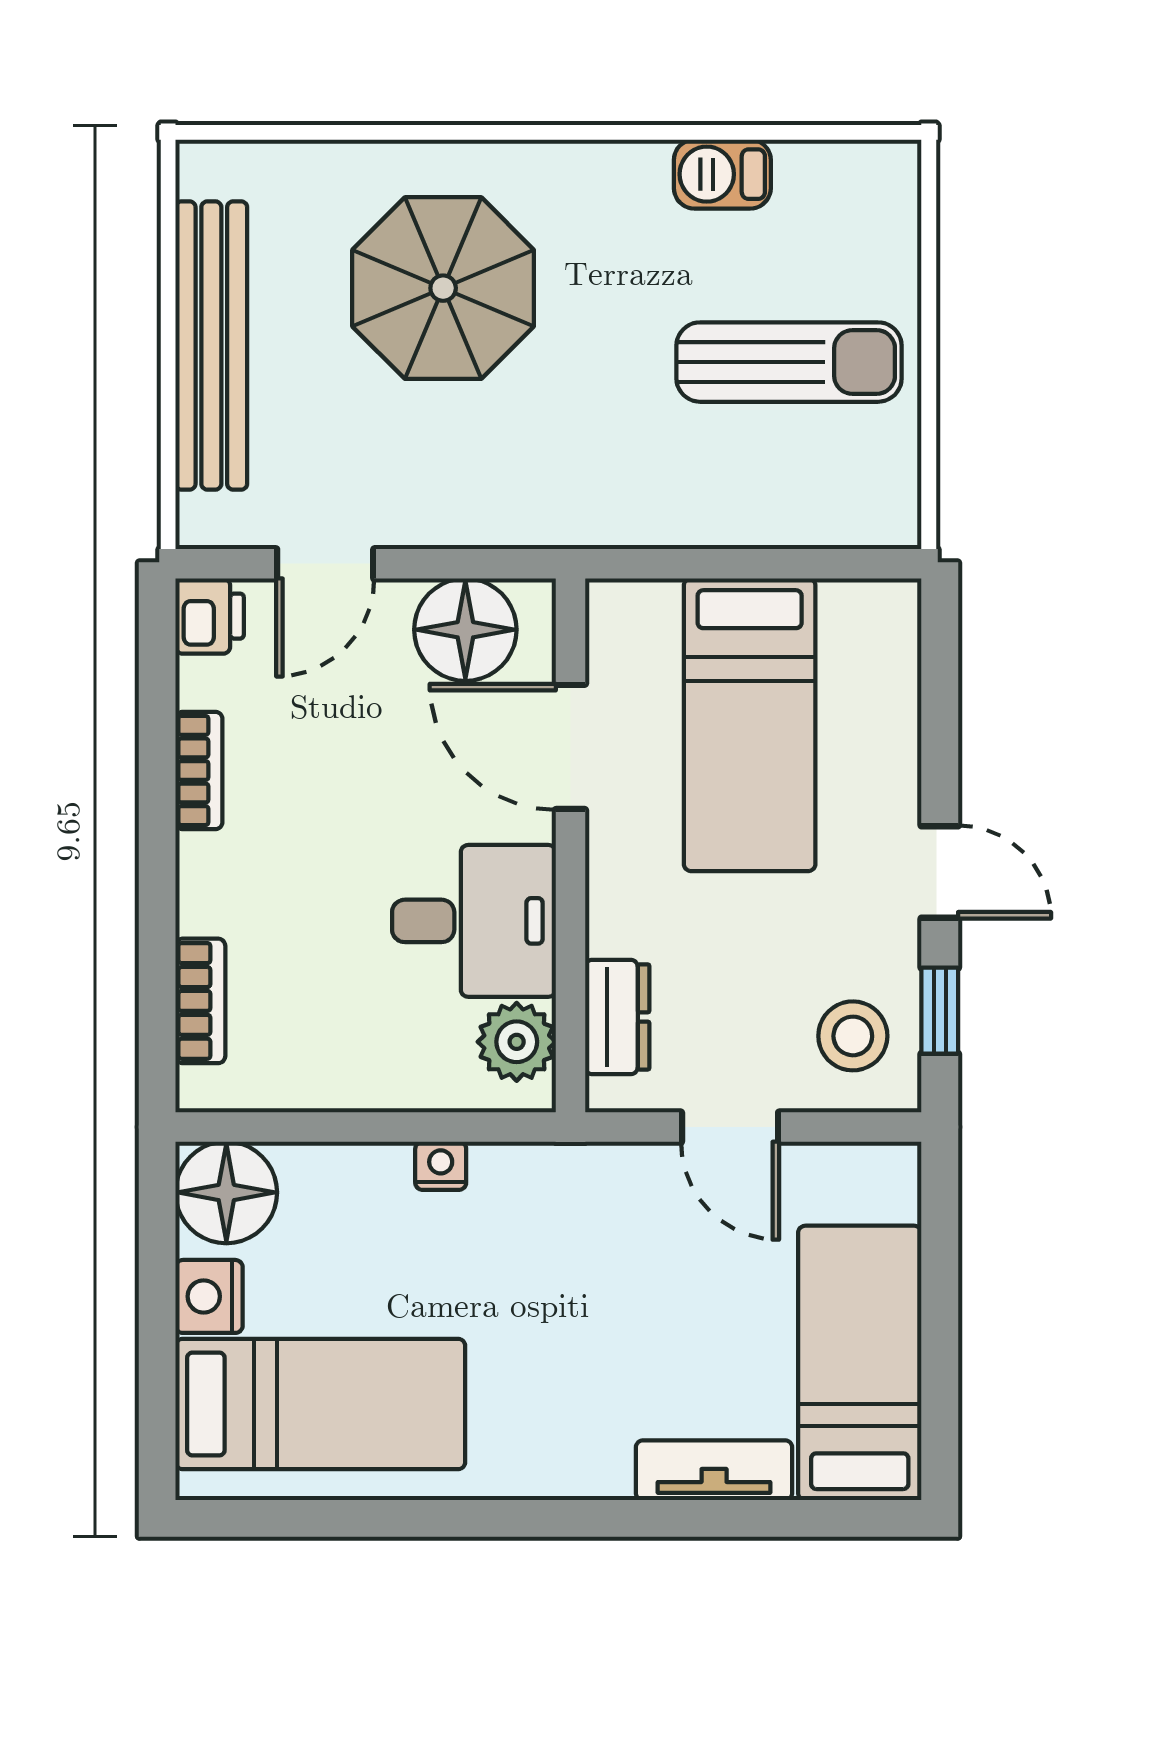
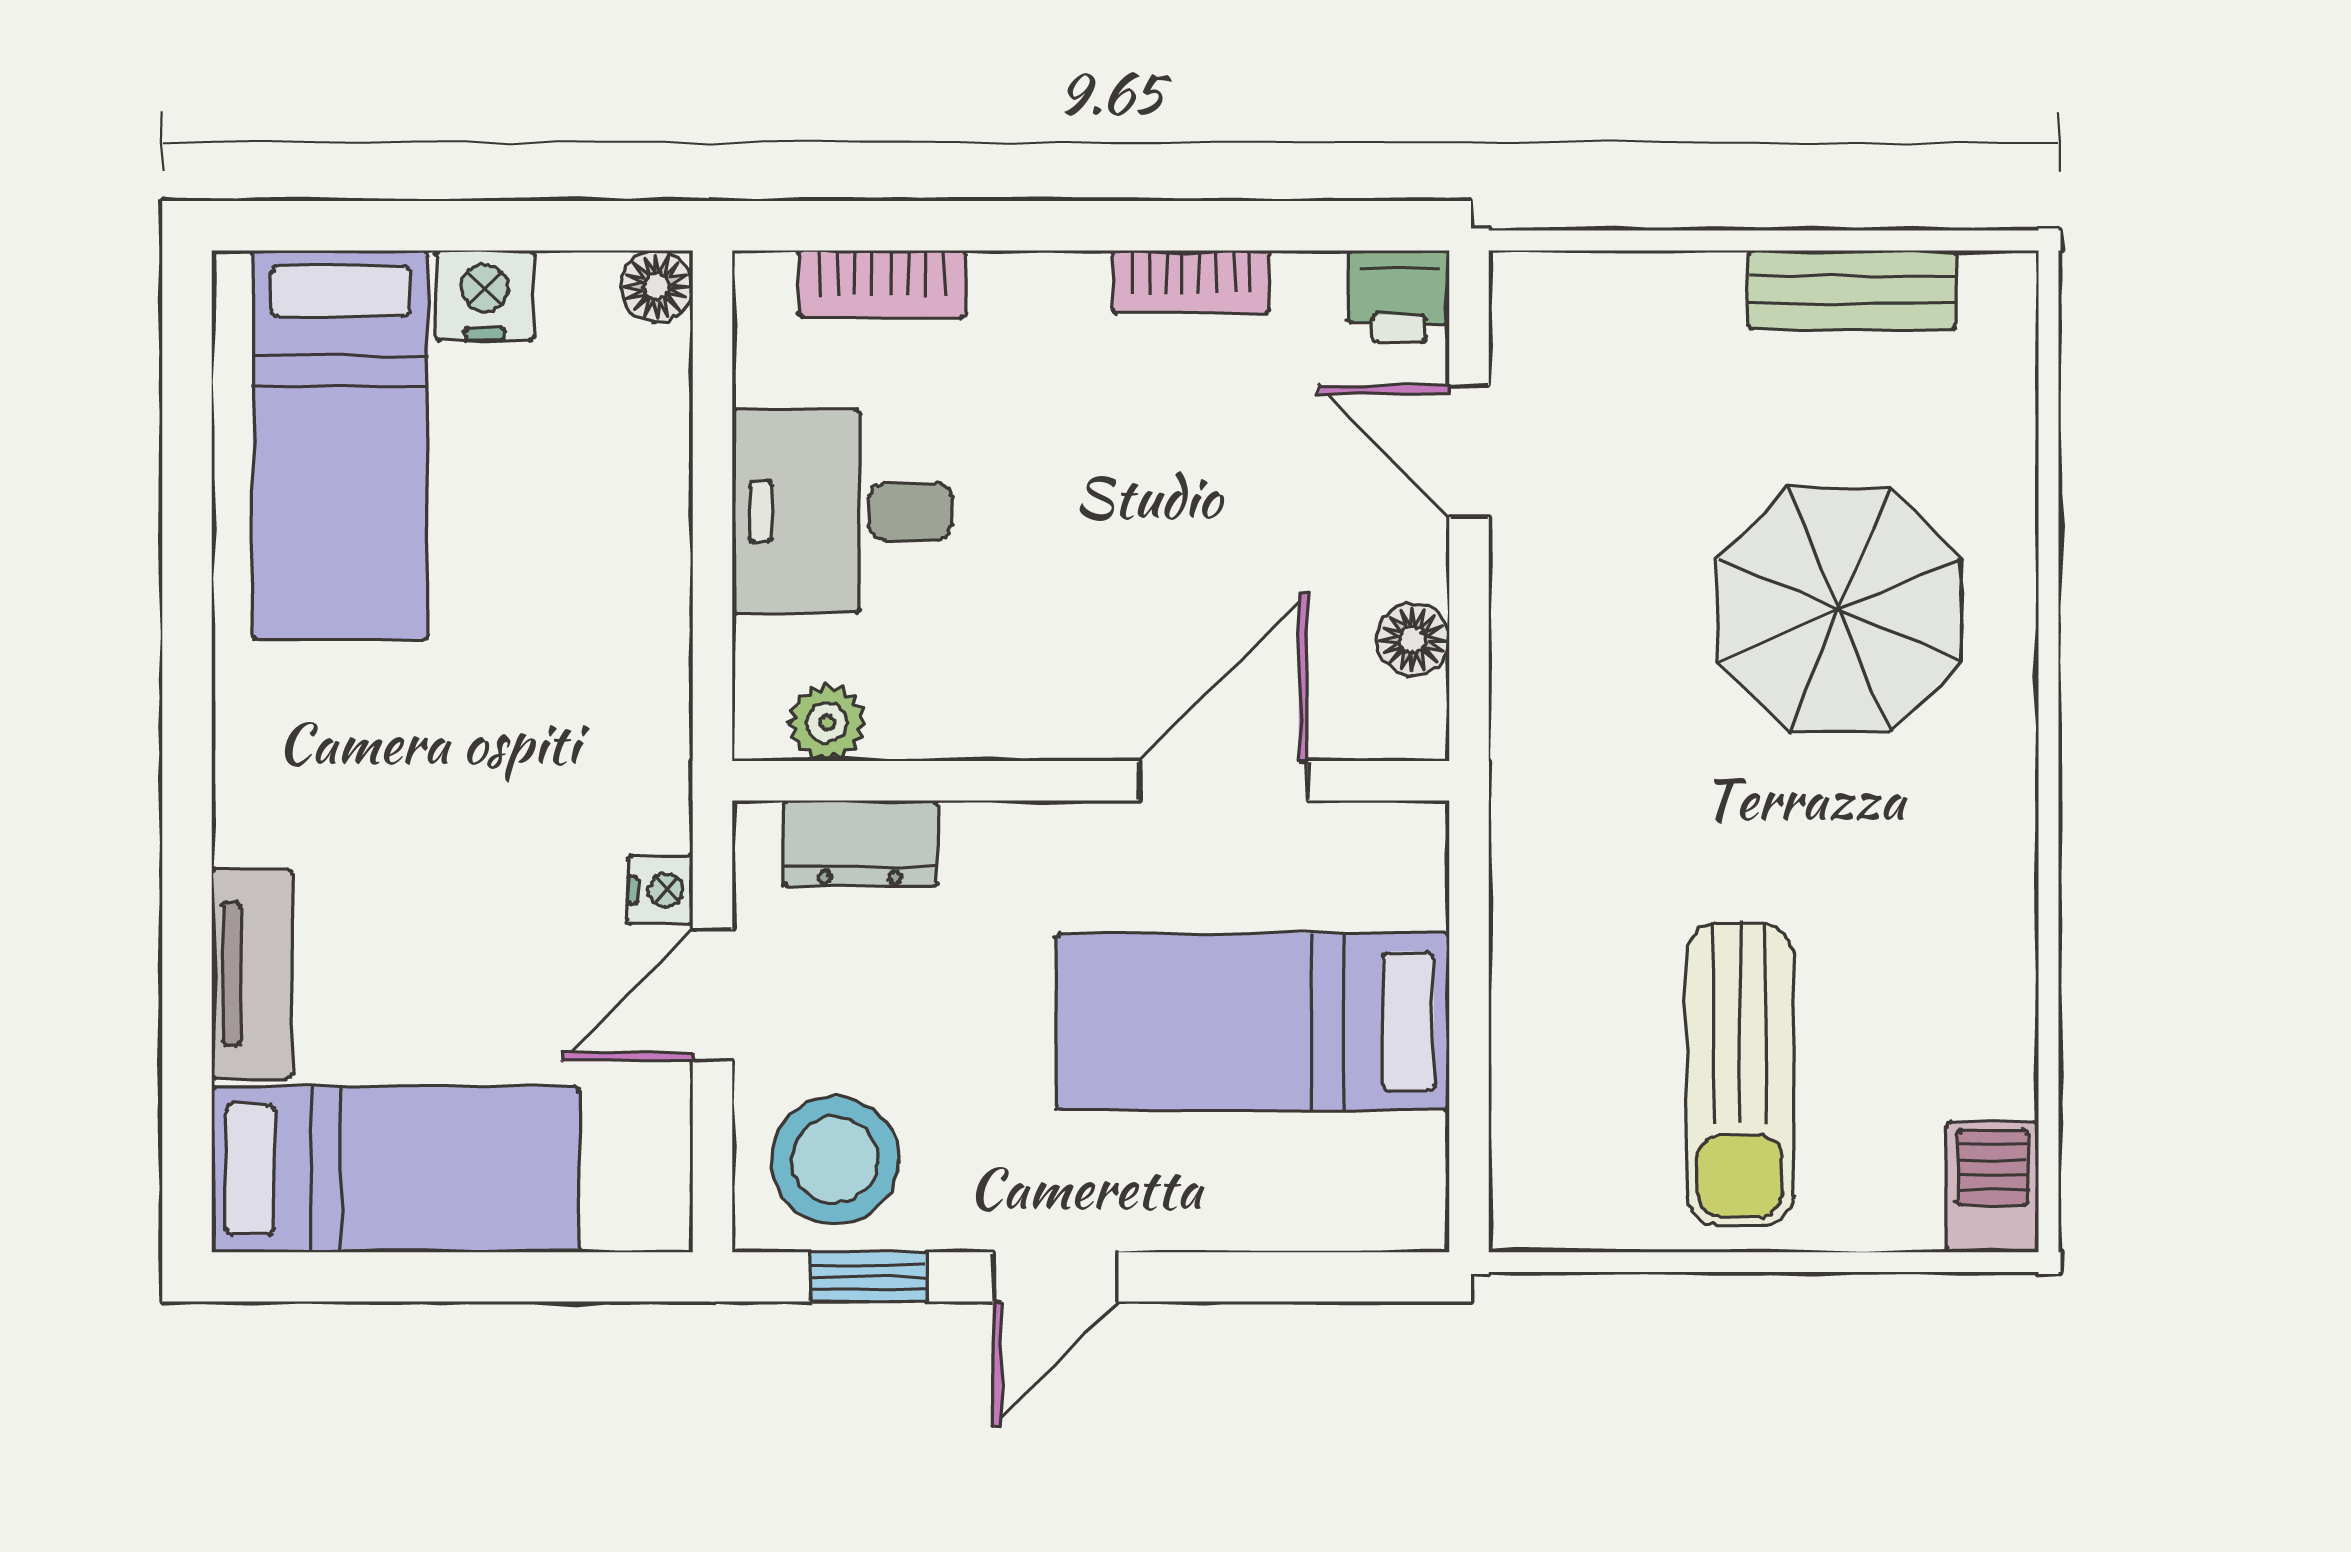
barbecue: (722, 174) -> (1992, 1187), moved
bench: (211, 345) -> (1852, 290), width x0.54, depth x0.82
floor lamp: (465, 630) -> (1413, 640), width x0.53, depth x0.53
desk: (474, 921) -> (842, 511), moved, turned 90
stool: (853, 1036) -> (835, 1160), width x1.38, depth x1.38
plant: (517, 1042) -> (827, 723), width x0.73, depth x0.73
nightstand: (441, 1166) -> (661, 890), moved
floor lamp: (226, 1192) -> (657, 286), width x0.53, depth x0.53

